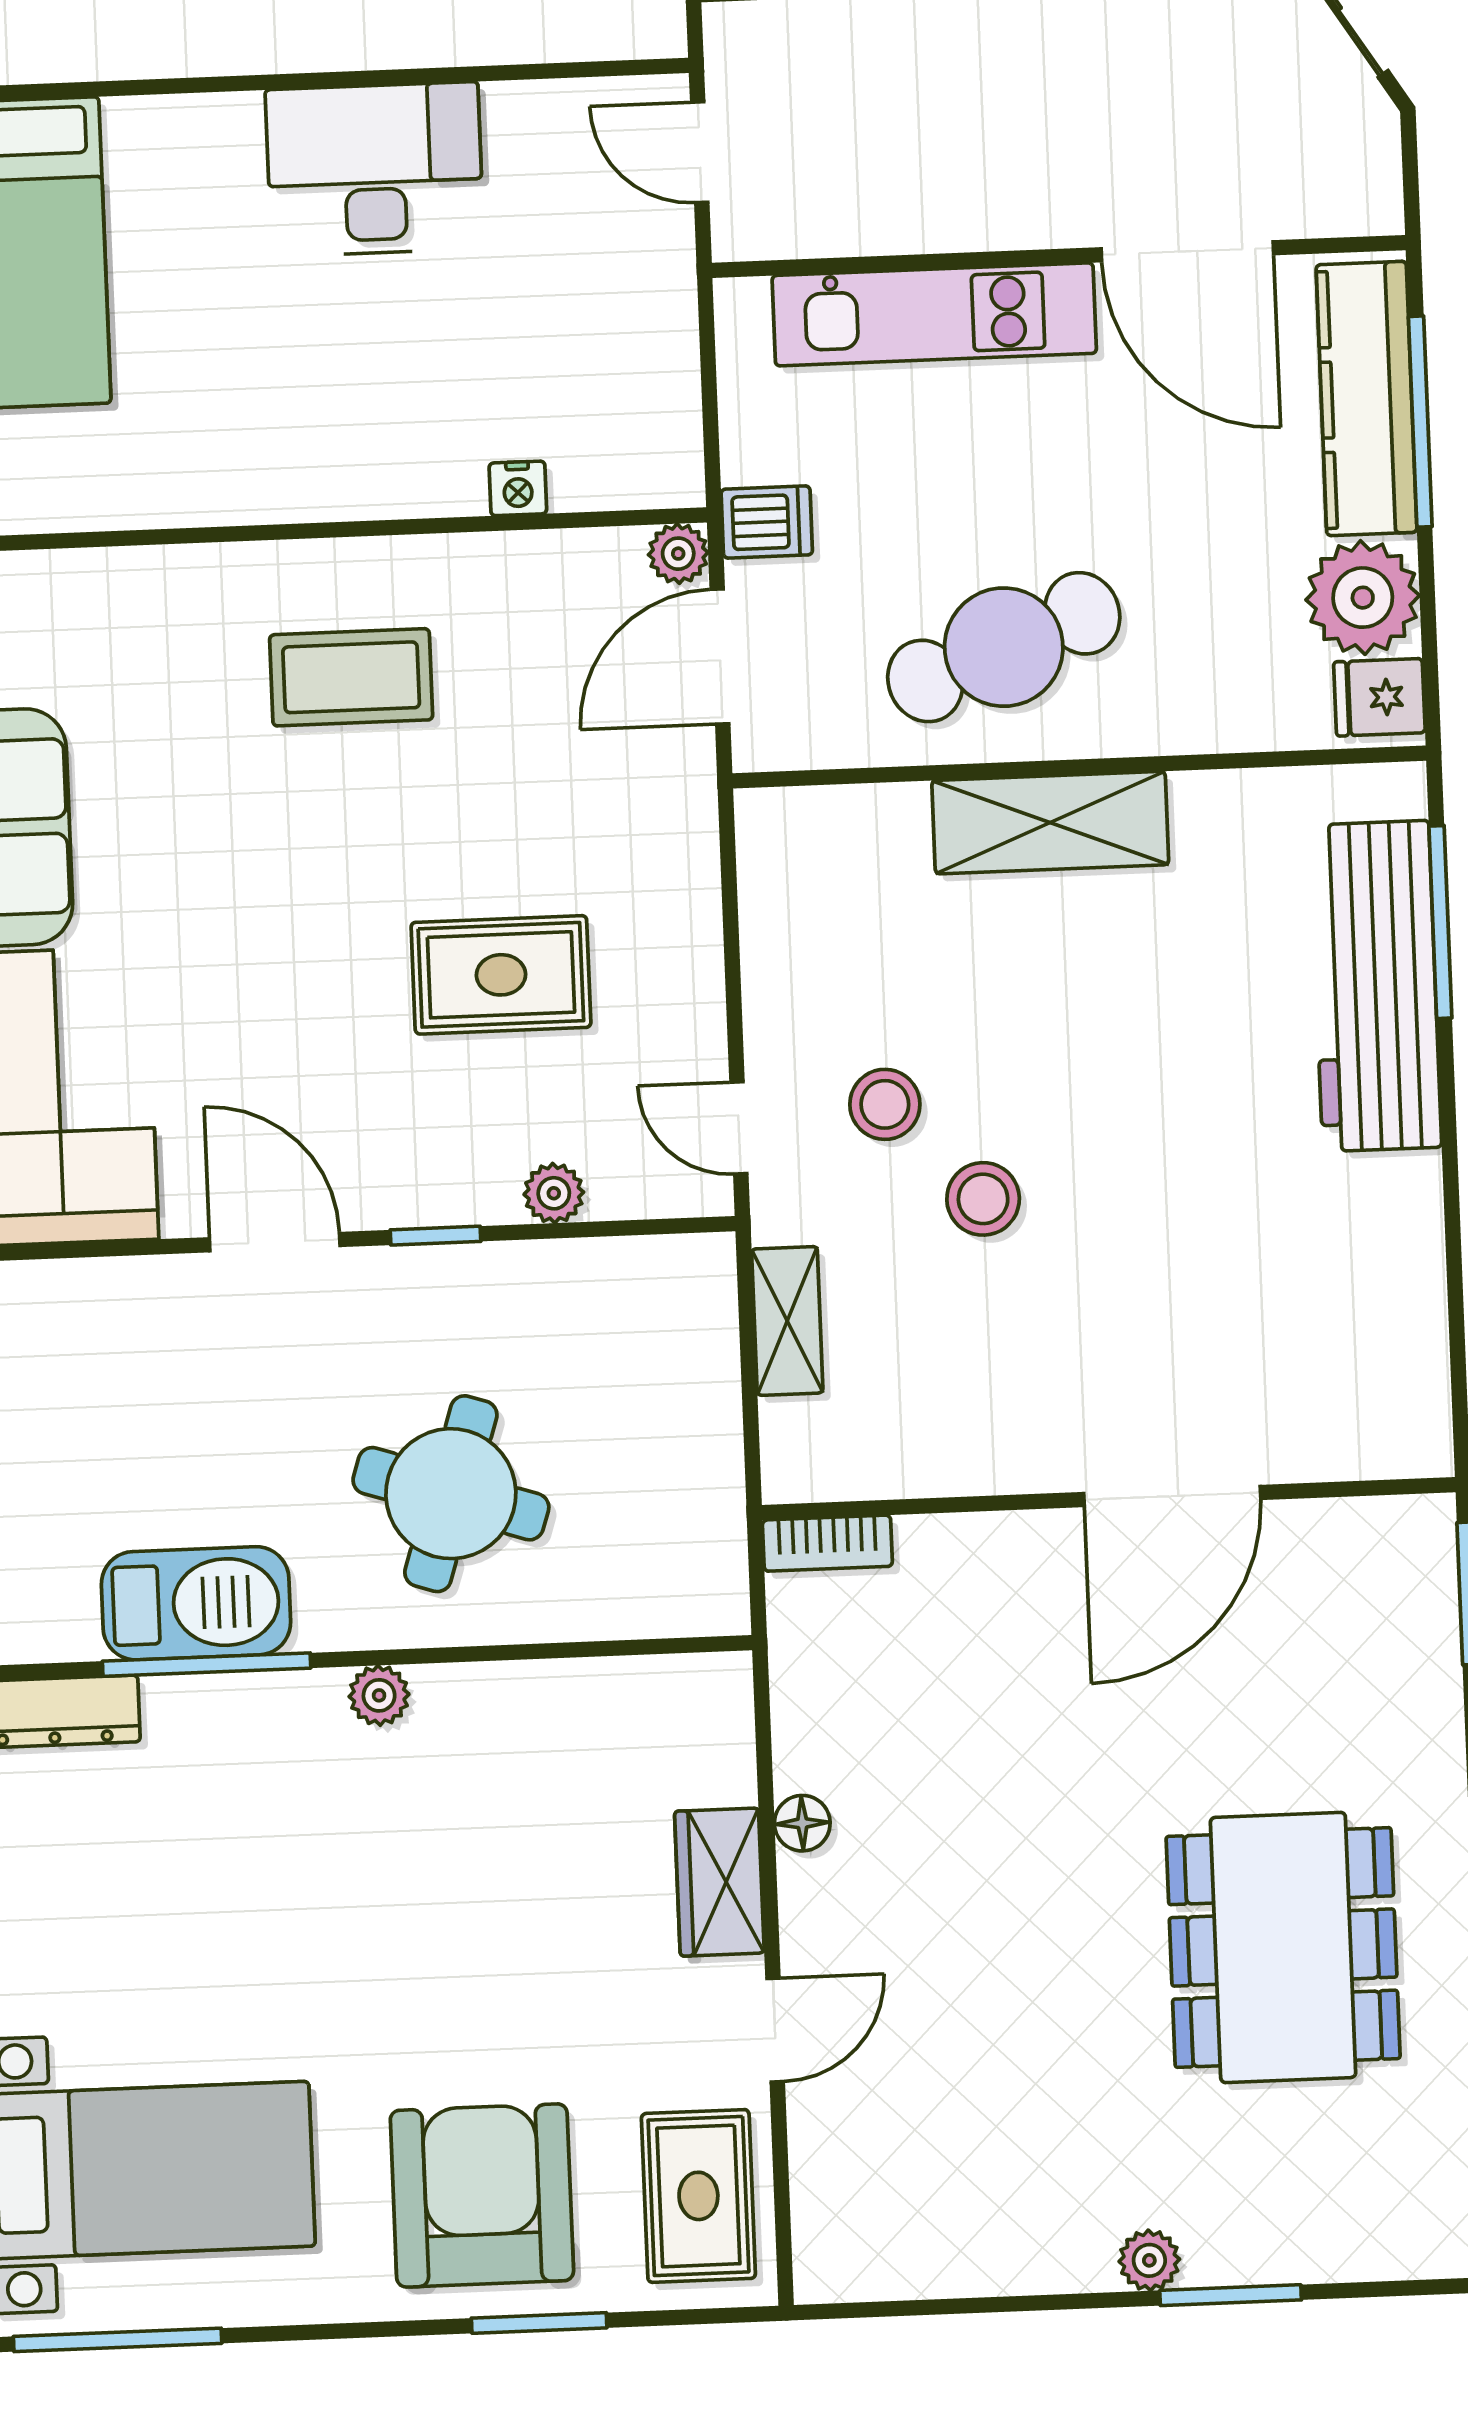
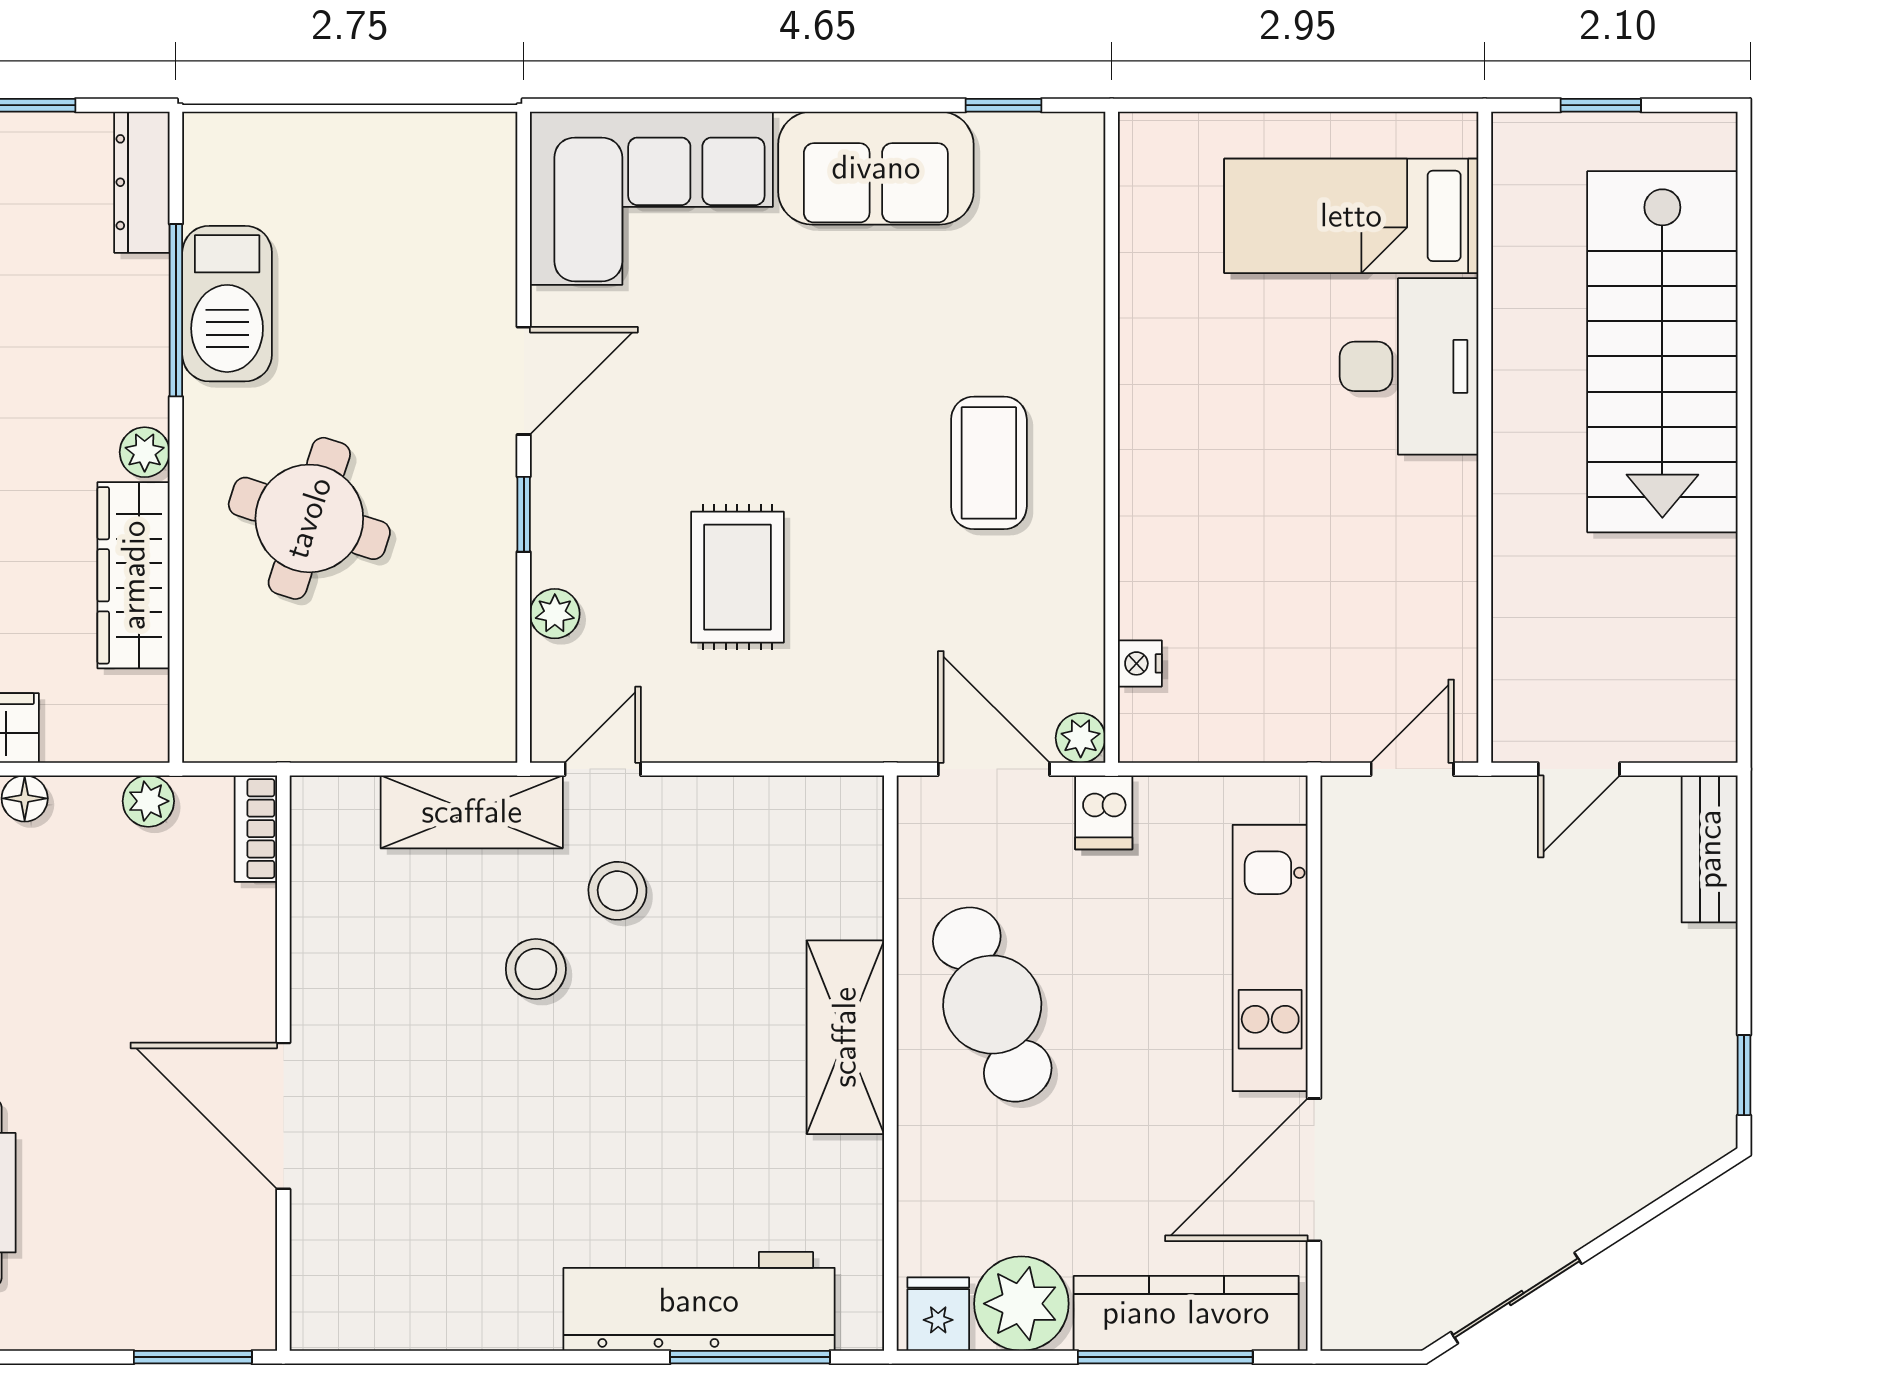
desk: (375, 169) -> (1409, 366), moved
nightstand: (518, 488) -> (1140, 663), moved
shelving: (787, 1321) -> (472, 812), width x1.50, depth x1.33
plant: (799, 1674) -> (148, 801), added
wardrobe: (528, 1703) -> (134, 575), added

